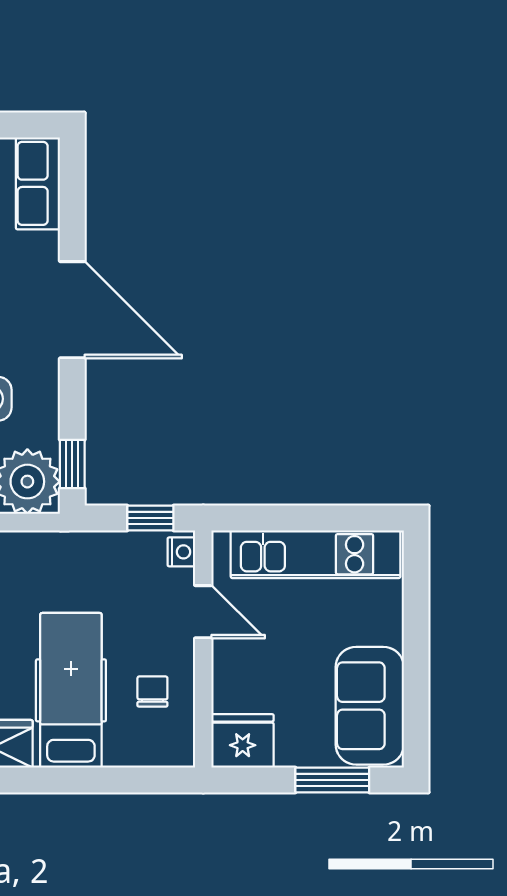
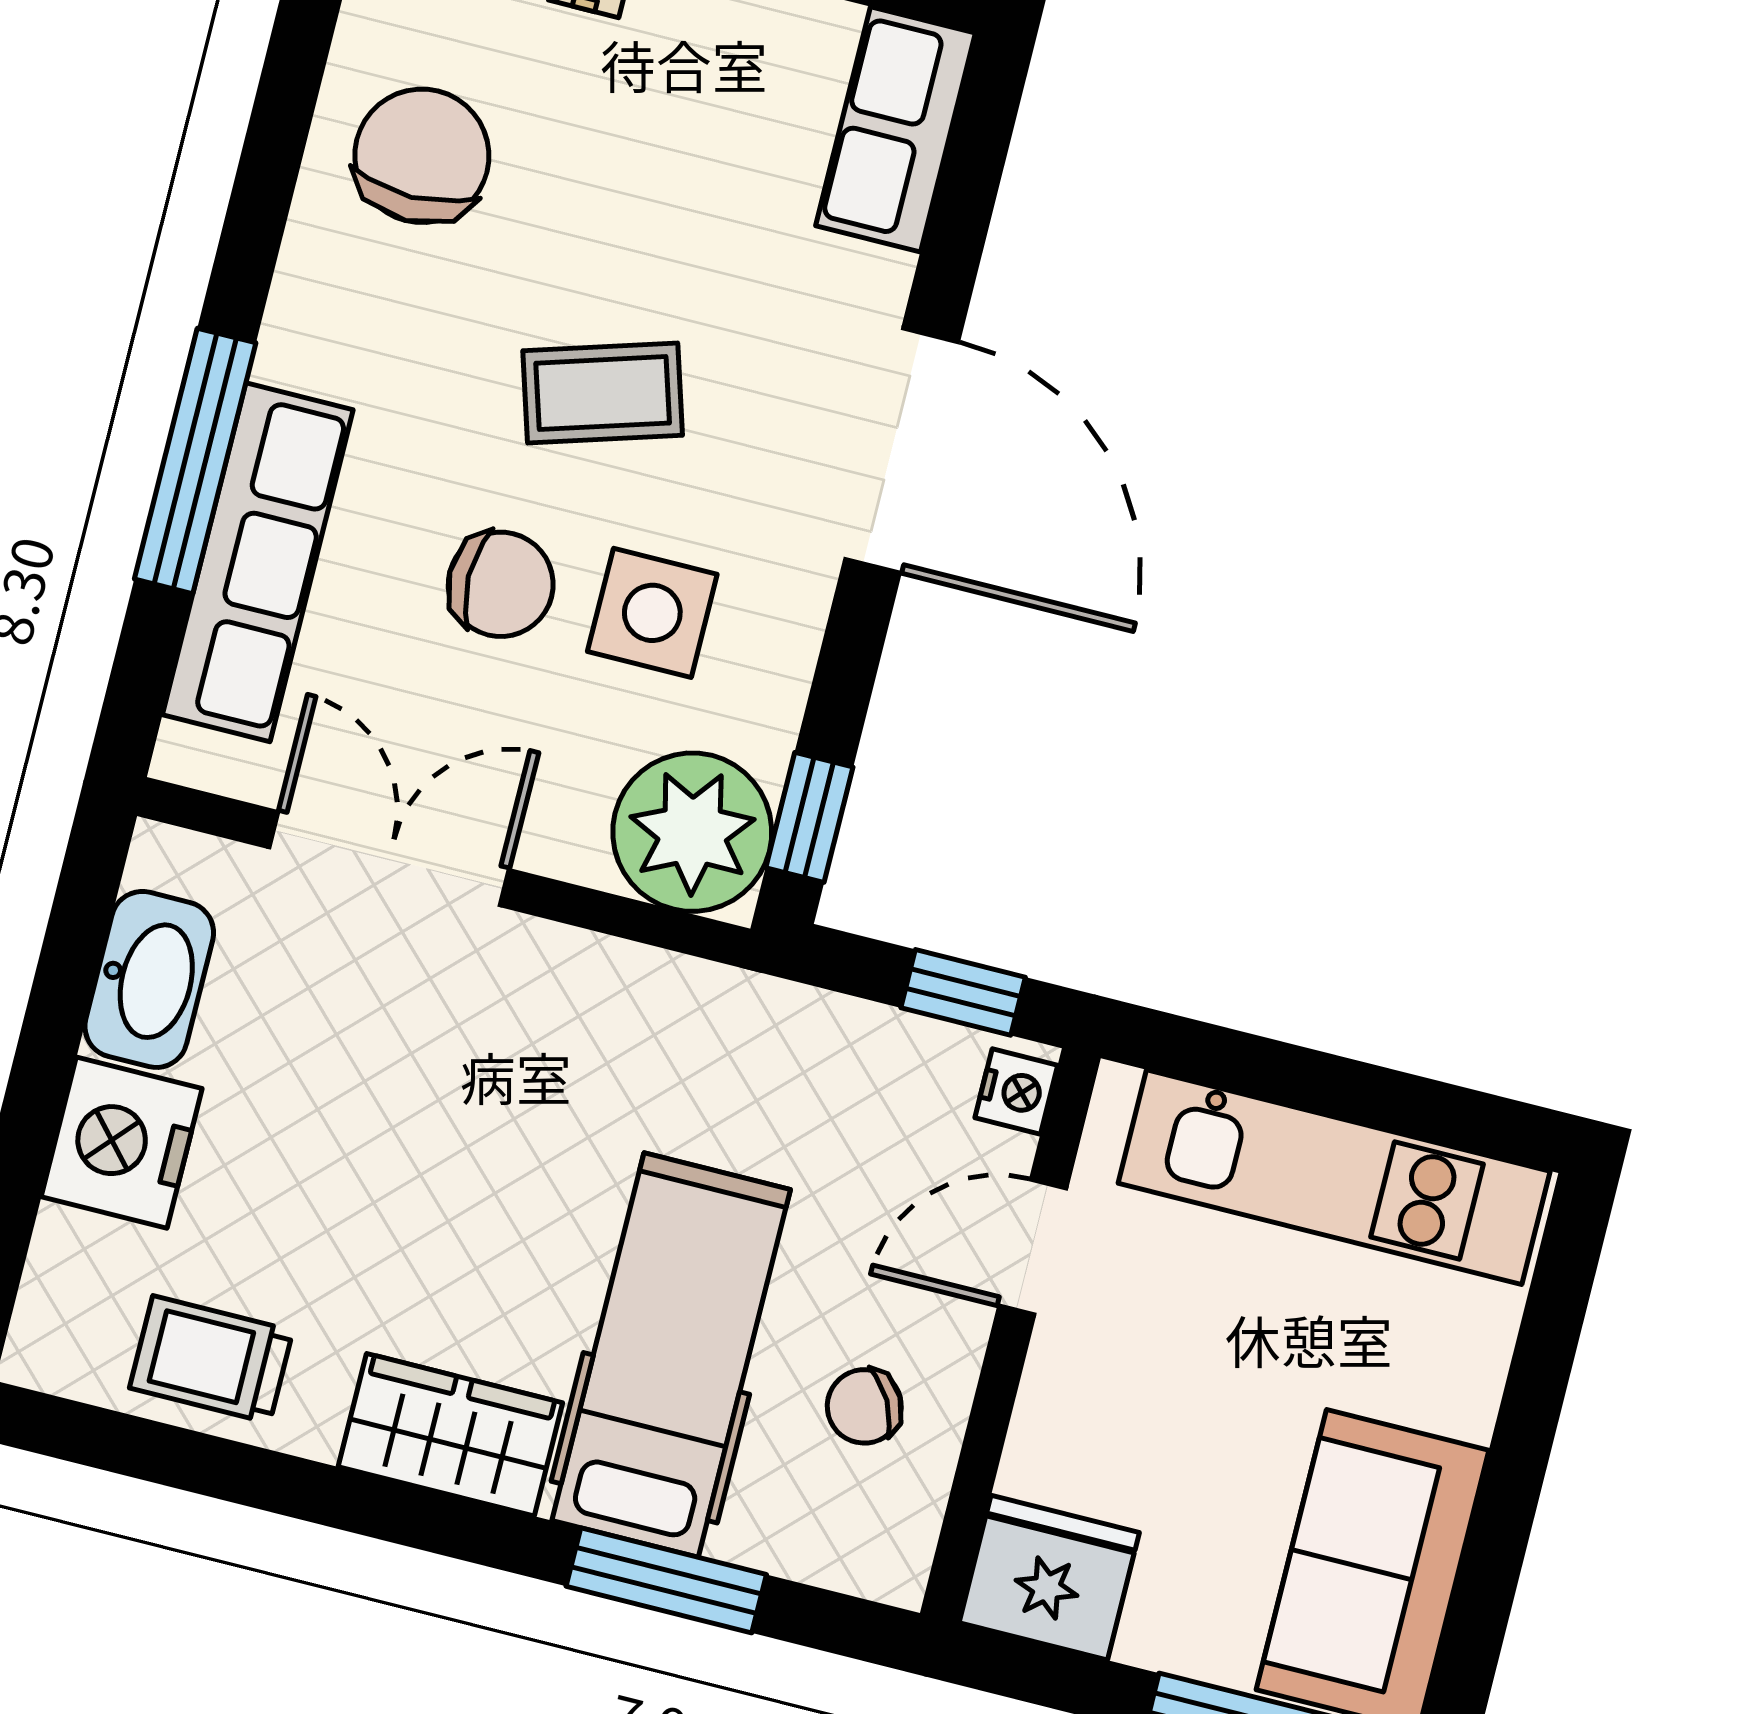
door: (203, 612) -> (1033, 1247), swing flipped
chair: (152, 692) -> (864, 1406), turned -119
window: (91, 780) -> (666, 1580), added

